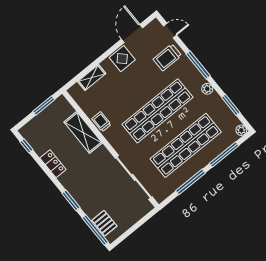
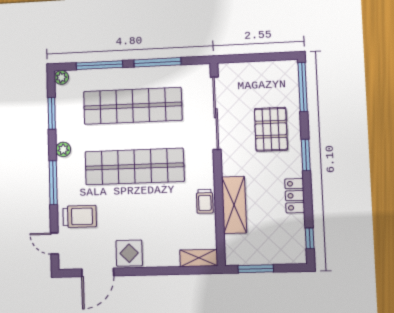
shelving: (92, 77) -> (199, 258), moved
window: (71, 200) -> (306, 155), moved
pallet: (104, 223) -> (271, 129), moved, width x1.50, depth x1.42

